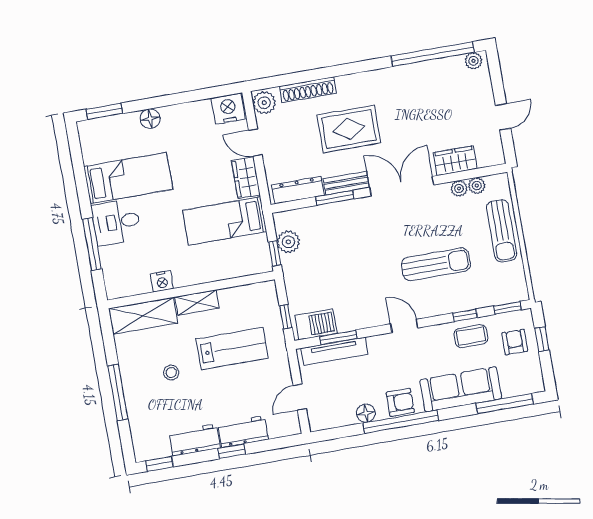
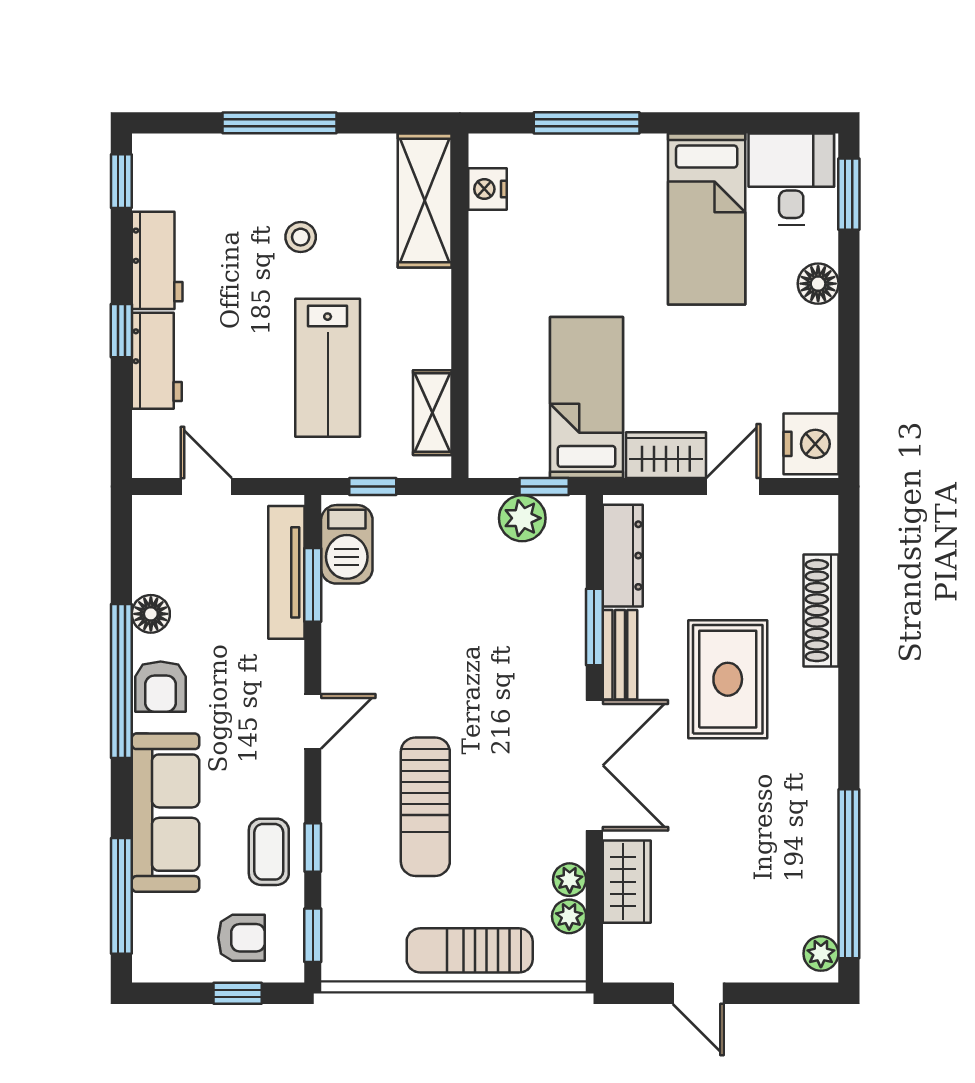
plant: (264, 103) -> (810, 518), removed
desk: (116, 222) -> (791, 179), moved
window: (275, 253) -> (544, 487), moved
nightstand: (162, 281) -> (487, 189), moved
shelving: (197, 303) -> (432, 413), moved

